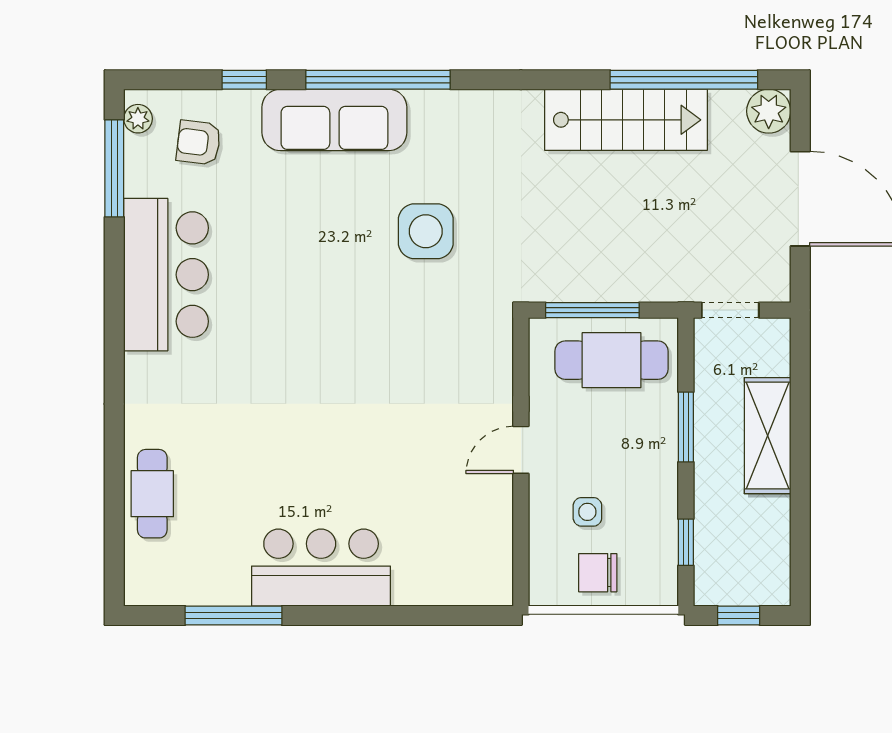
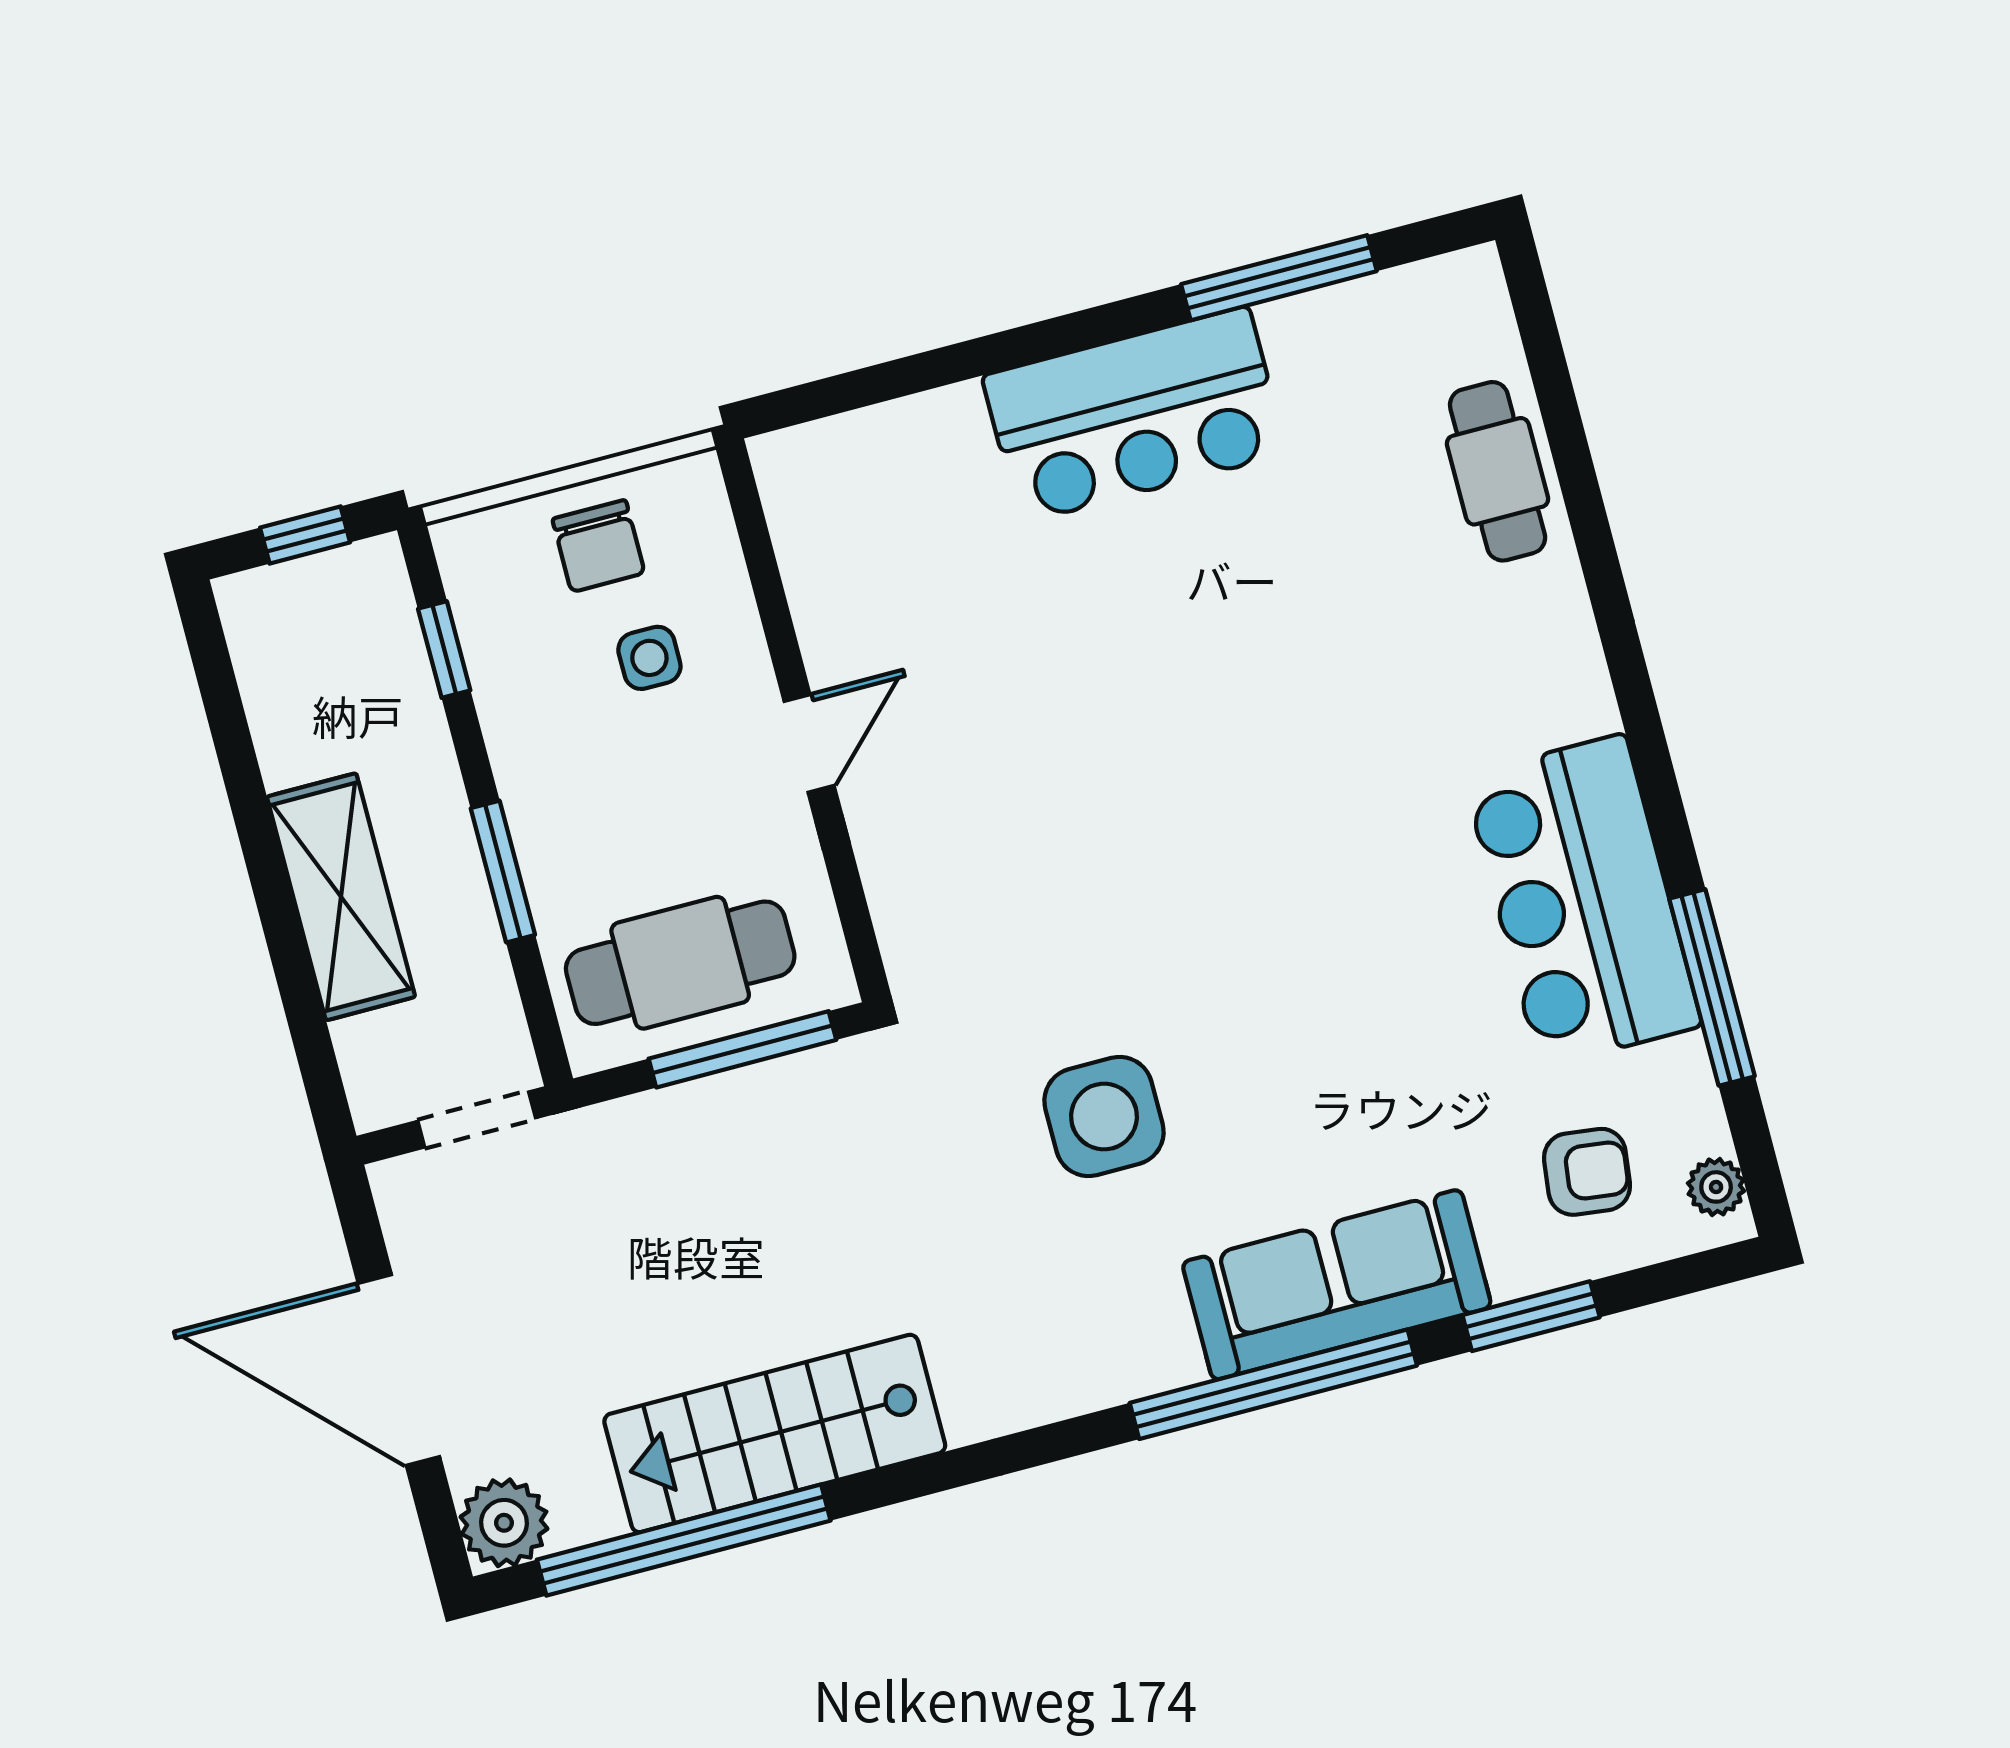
window: (244, 80) -> (1531, 1316), width x1.50
window: (114, 168) -> (1712, 987), moved
chair: (598, 573) -> (598, 546), turned 90

